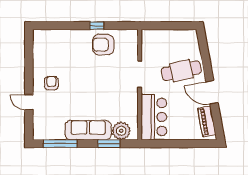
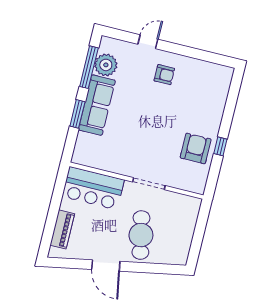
door: (212, 92) -> (106, 265), swing flipped
piano: (207, 121) -> (62, 229), moved, turned 100
plant: (121, 131) -> (106, 65), moved
window: (109, 144) -> (77, 114), moved

